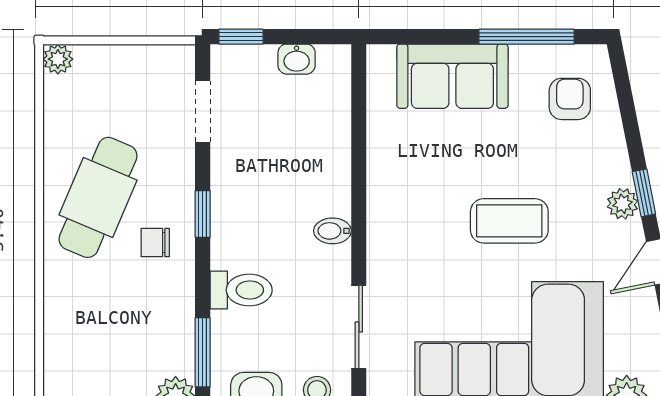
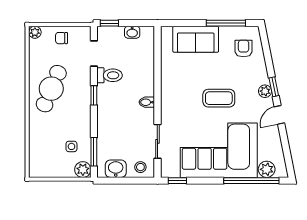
chair: (155, 243) -> (62, 38), moved
toilet: (241, 290) -> (110, 75), moved
side table: (148, 339) -> (71, 146), added

